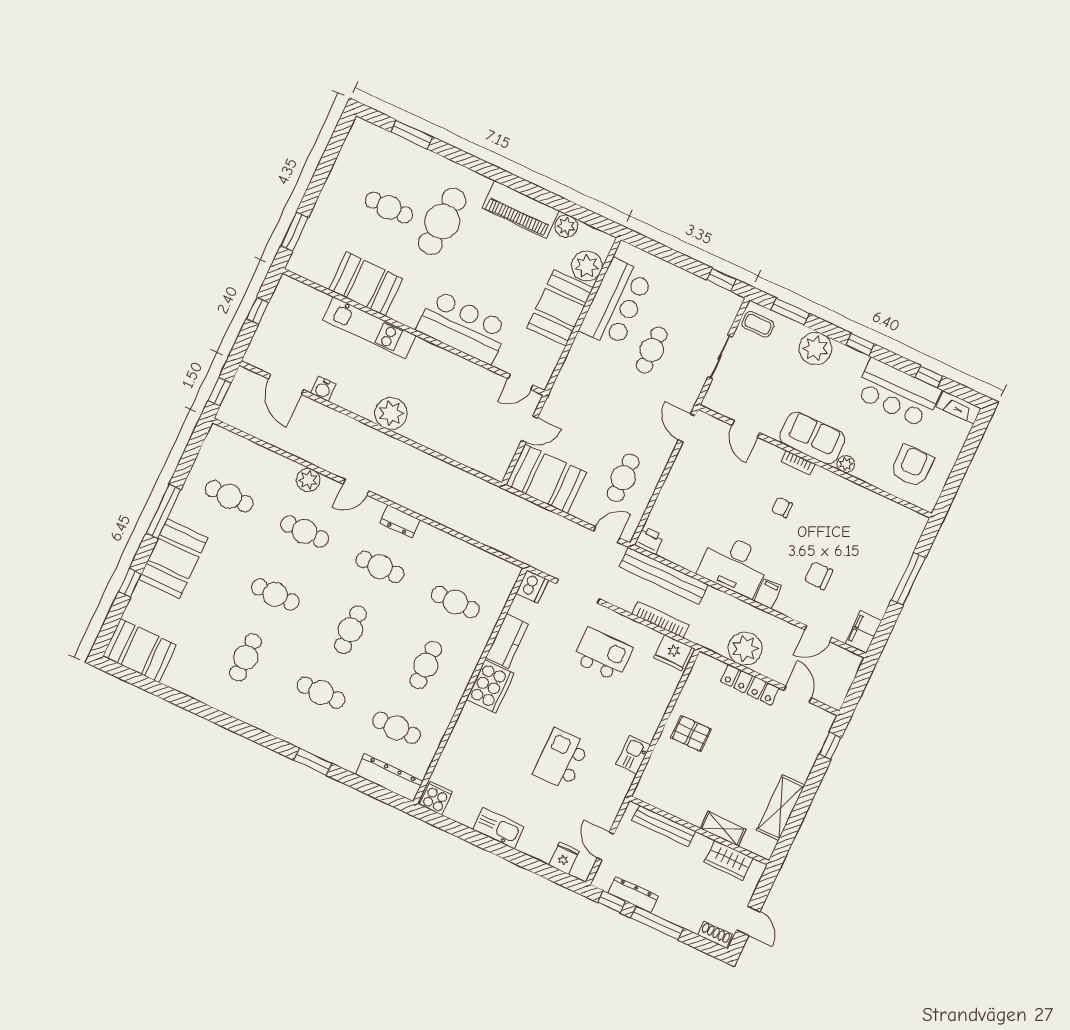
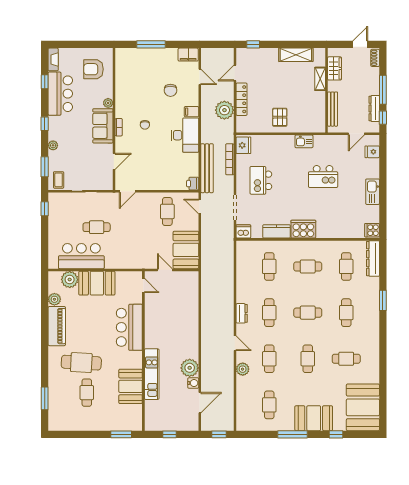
plant: (815, 348) -> (53, 145), width x0.53, depth x0.53
plant: (391, 413) -> (190, 368), moved
cafe table: (623, 478) -> (167, 211), turned 90
booth: (140, 651) -> (363, 407), width x1.36, depth x1.42

